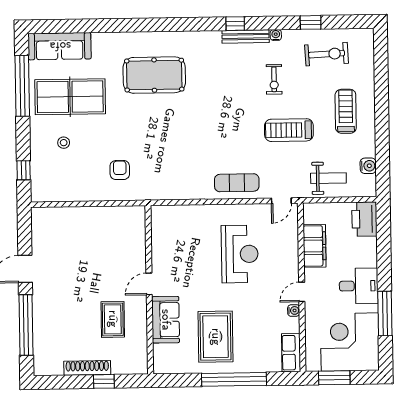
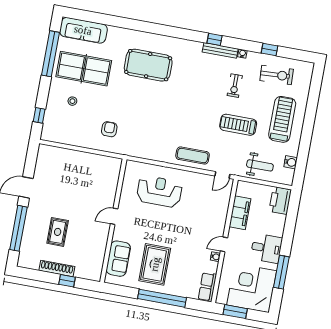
treadmill: (346, 111) -> (282, 119), width x1.37, depth x1.38
reception desk: (240, 254) -> (159, 191), moved, turned -90
rug: (113, 319) -> (58, 232), moved
sofa: (166, 320) -> (118, 259), moved

